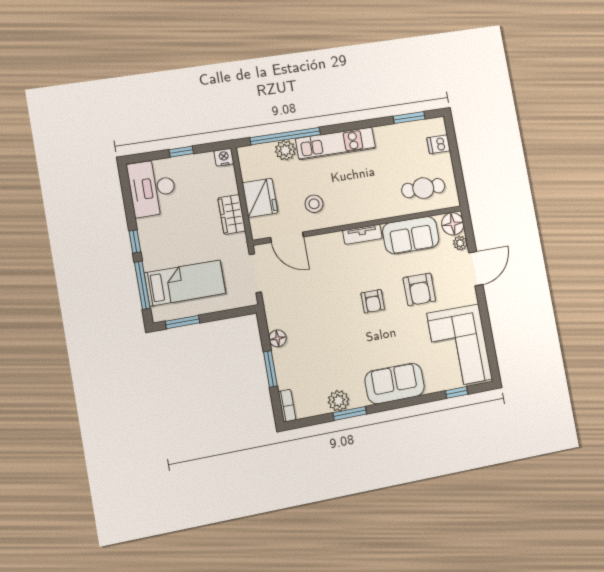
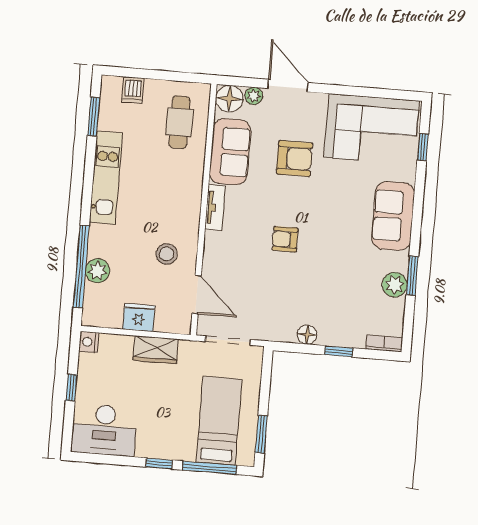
kitchen unit: (336, 143) -> (106, 178), moved
fridge: (260, 198) -> (139, 317), width x0.73, depth x0.75
door: (287, 237) -> (197, 295), hinge flipped
armchair: (373, 301) -> (285, 239), moved, turned 180
window: (270, 369) -> (339, 351), width x0.67

